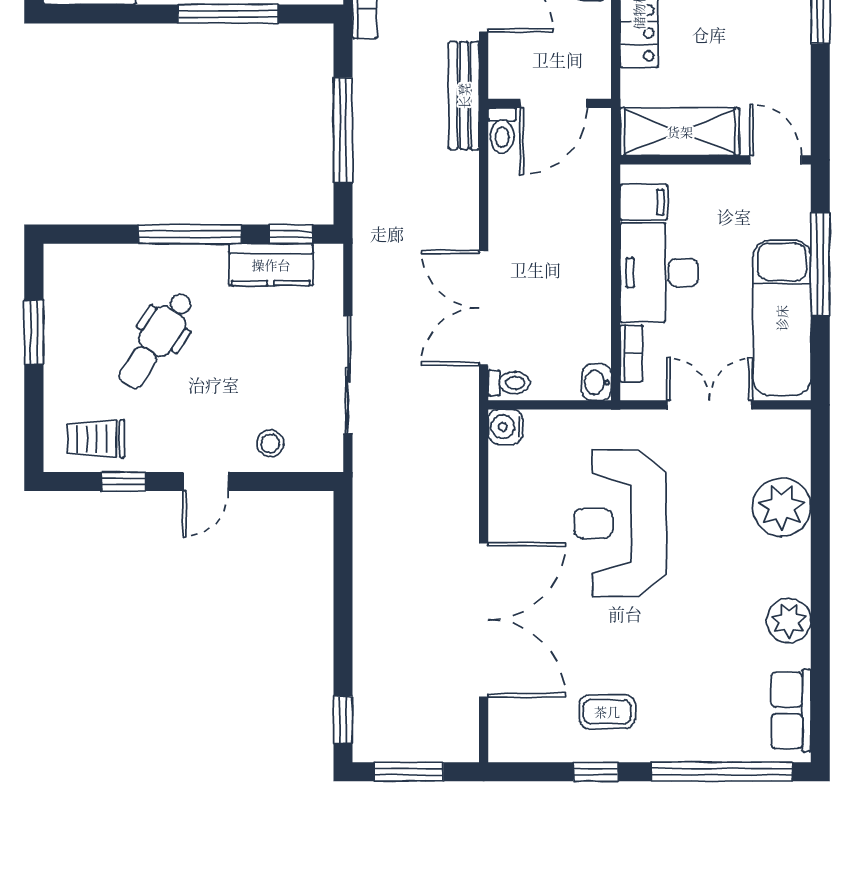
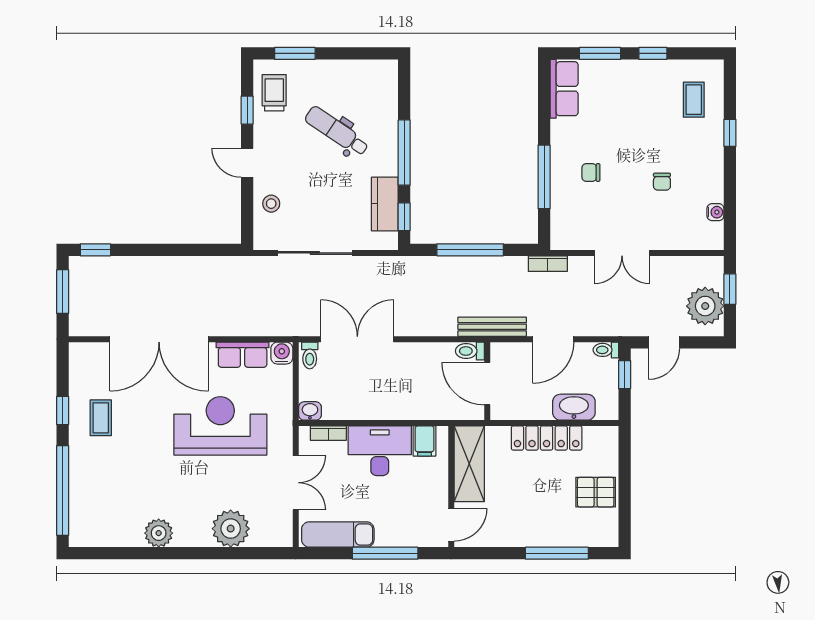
exam couch: (782, 318) -> (338, 534), width x0.73, depth x0.69
window: (34, 332) -> (295, 53), moved
row of seats: (791, 710) -> (243, 355), moved, turned 180

